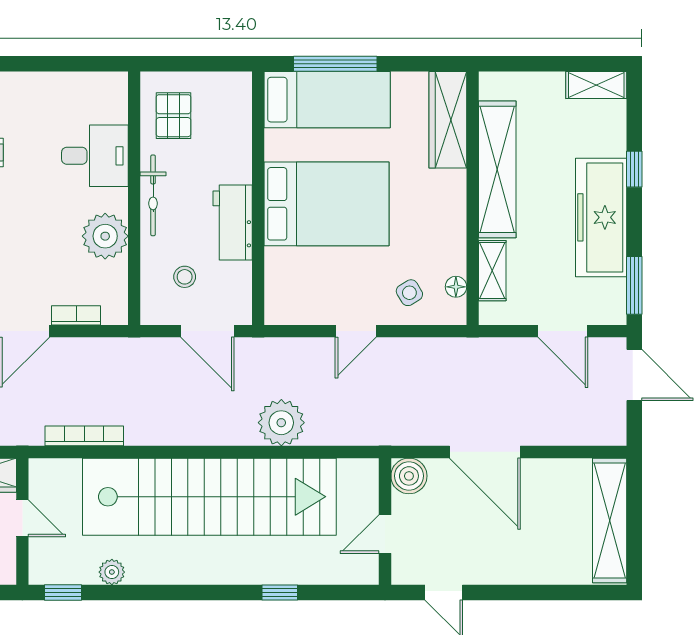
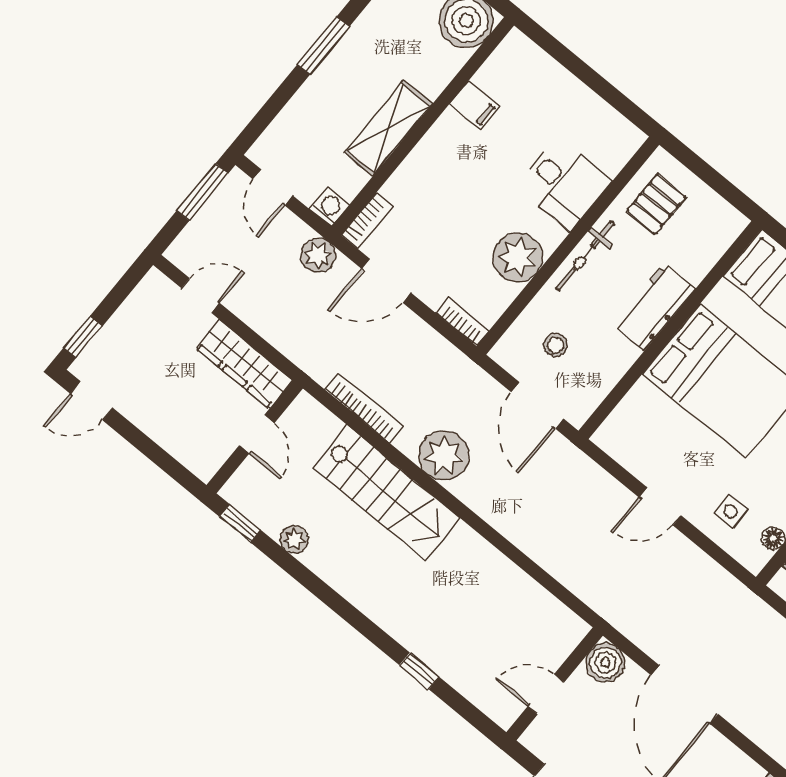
workbench: (233, 223) -> (654, 307), moved
side table: (409, 293) -> (731, 511), turned 30
bookcase: (76, 315) -> (463, 322), moved
plant: (281, 423) -> (444, 455), moved
stairs: (209, 497) -> (387, 493), width x0.54, depth x0.66

